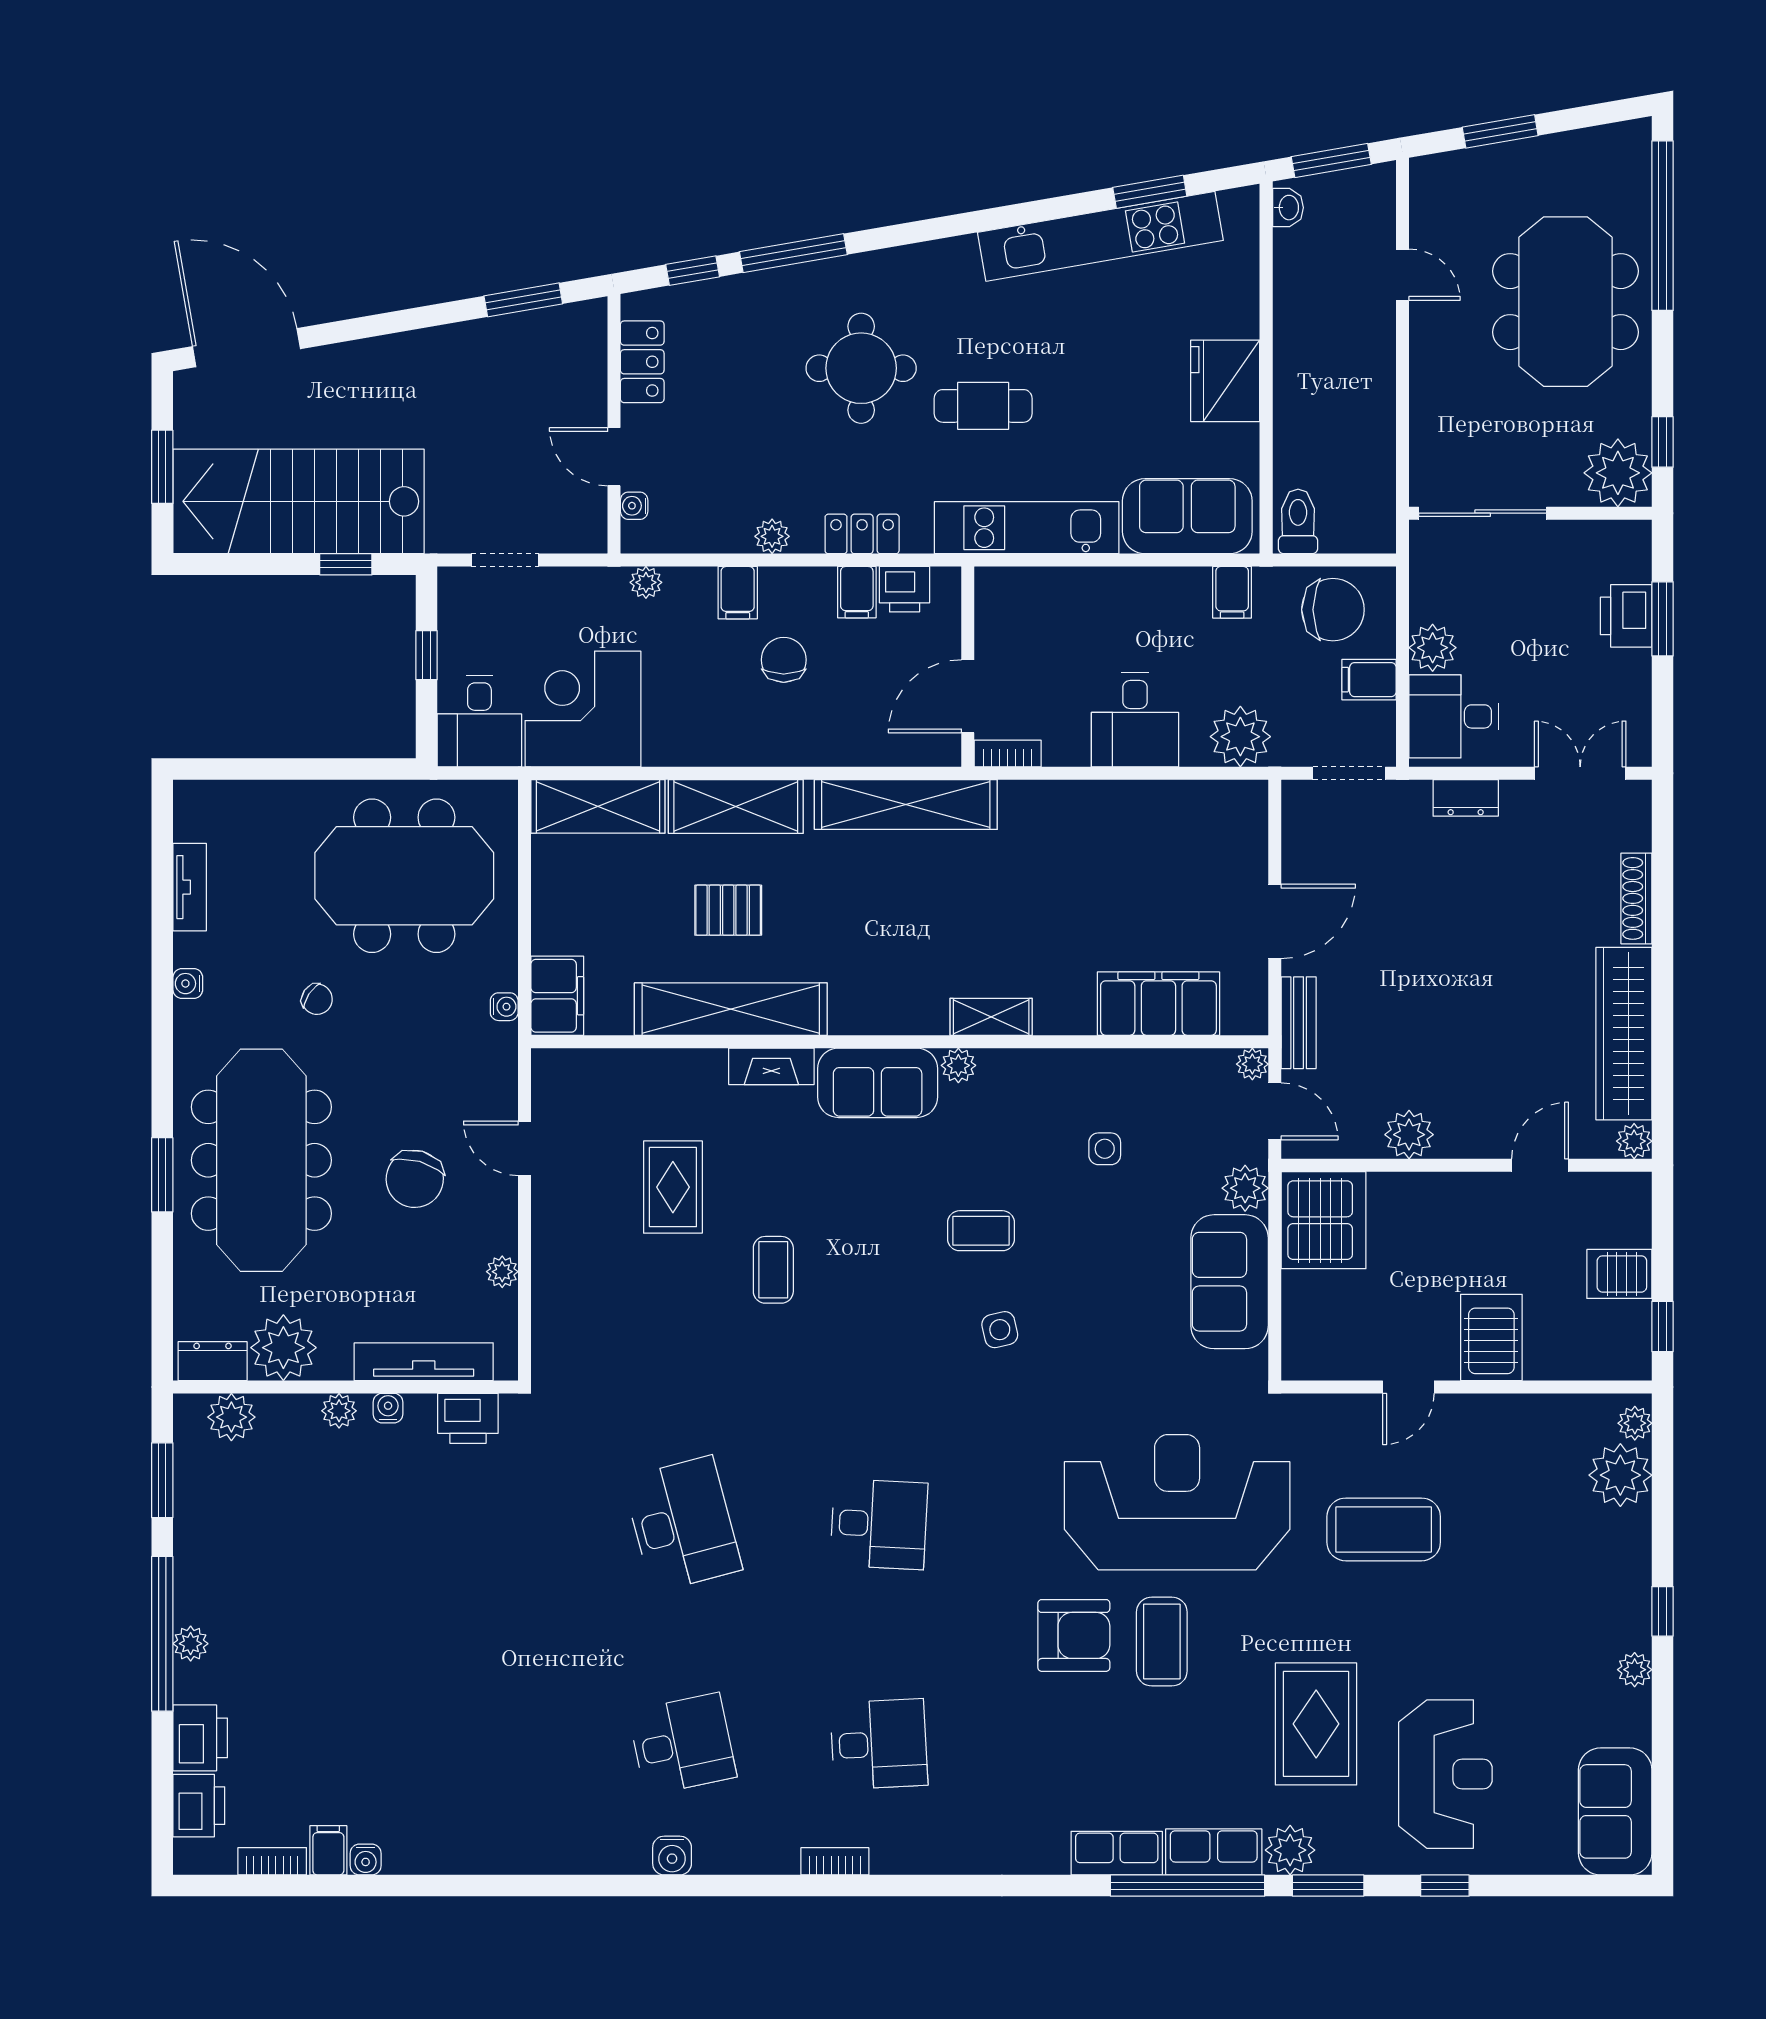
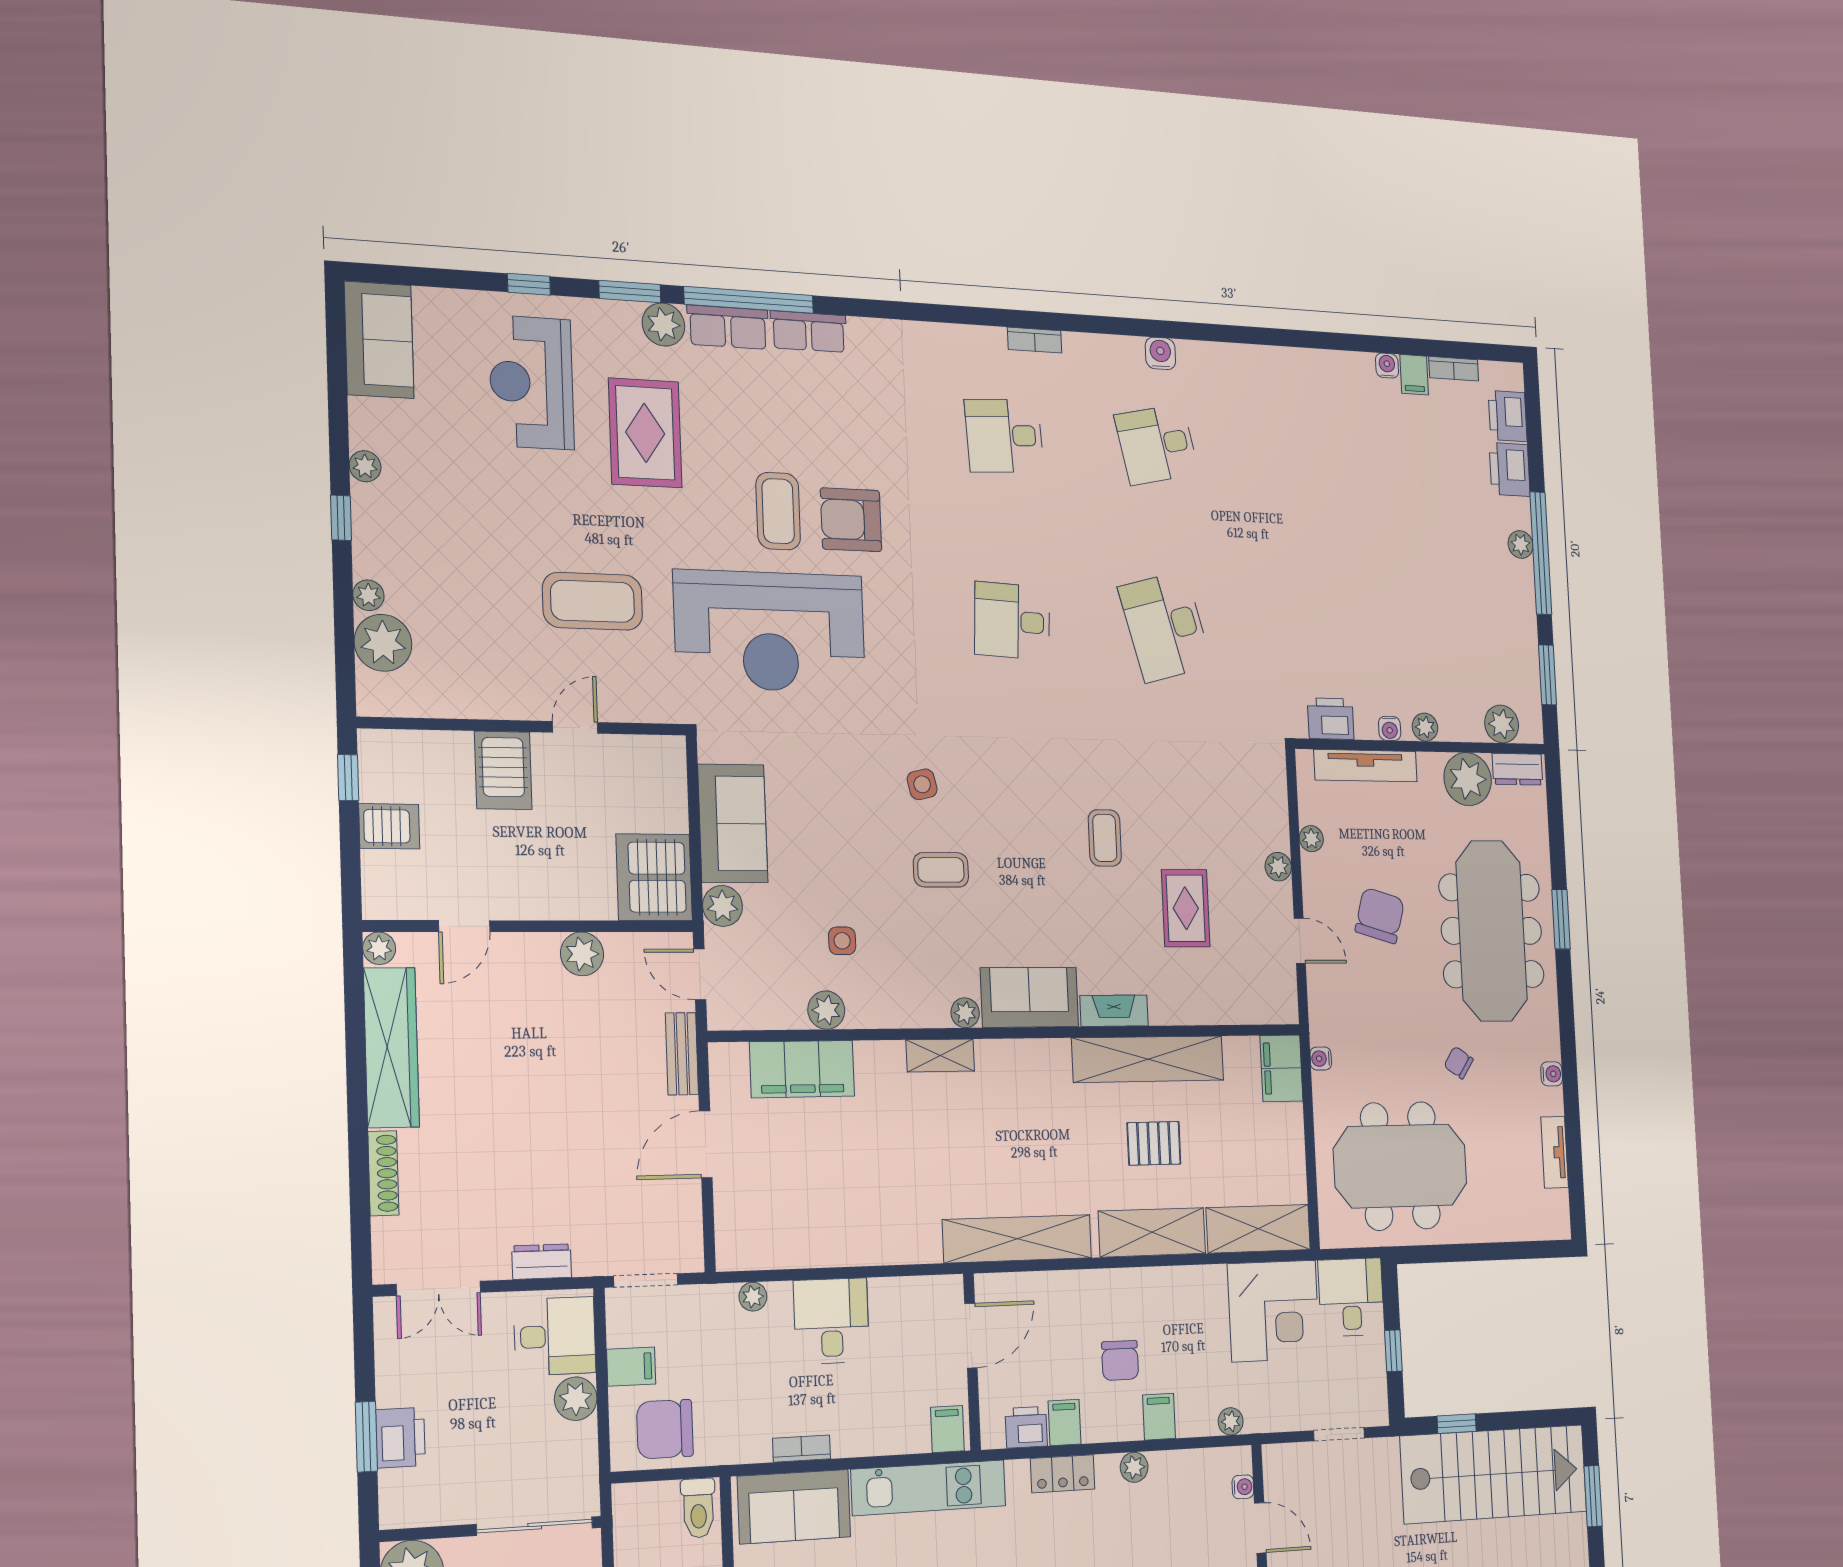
filing cabinet: (1232, 592) -> (947, 1429), moved
plant: (1240, 737) -> (753, 1297), width x0.53, depth x0.53
bookcase: (1008, 753) -> (802, 1449), moved, turned 180
plant: (1252, 1064) -> (826, 1010), moved, width x1.38, depth x1.38
plant: (548, 1237) -> (1278, 867), added
plant: (1635, 1423) -> (368, 595), moved

